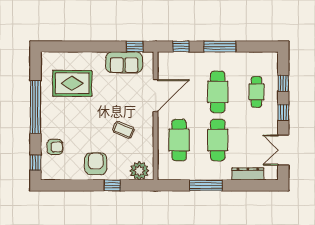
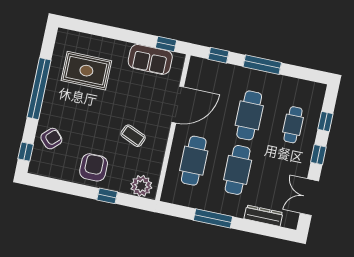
armchair: (55, 147) -> (51, 139), turned -44

